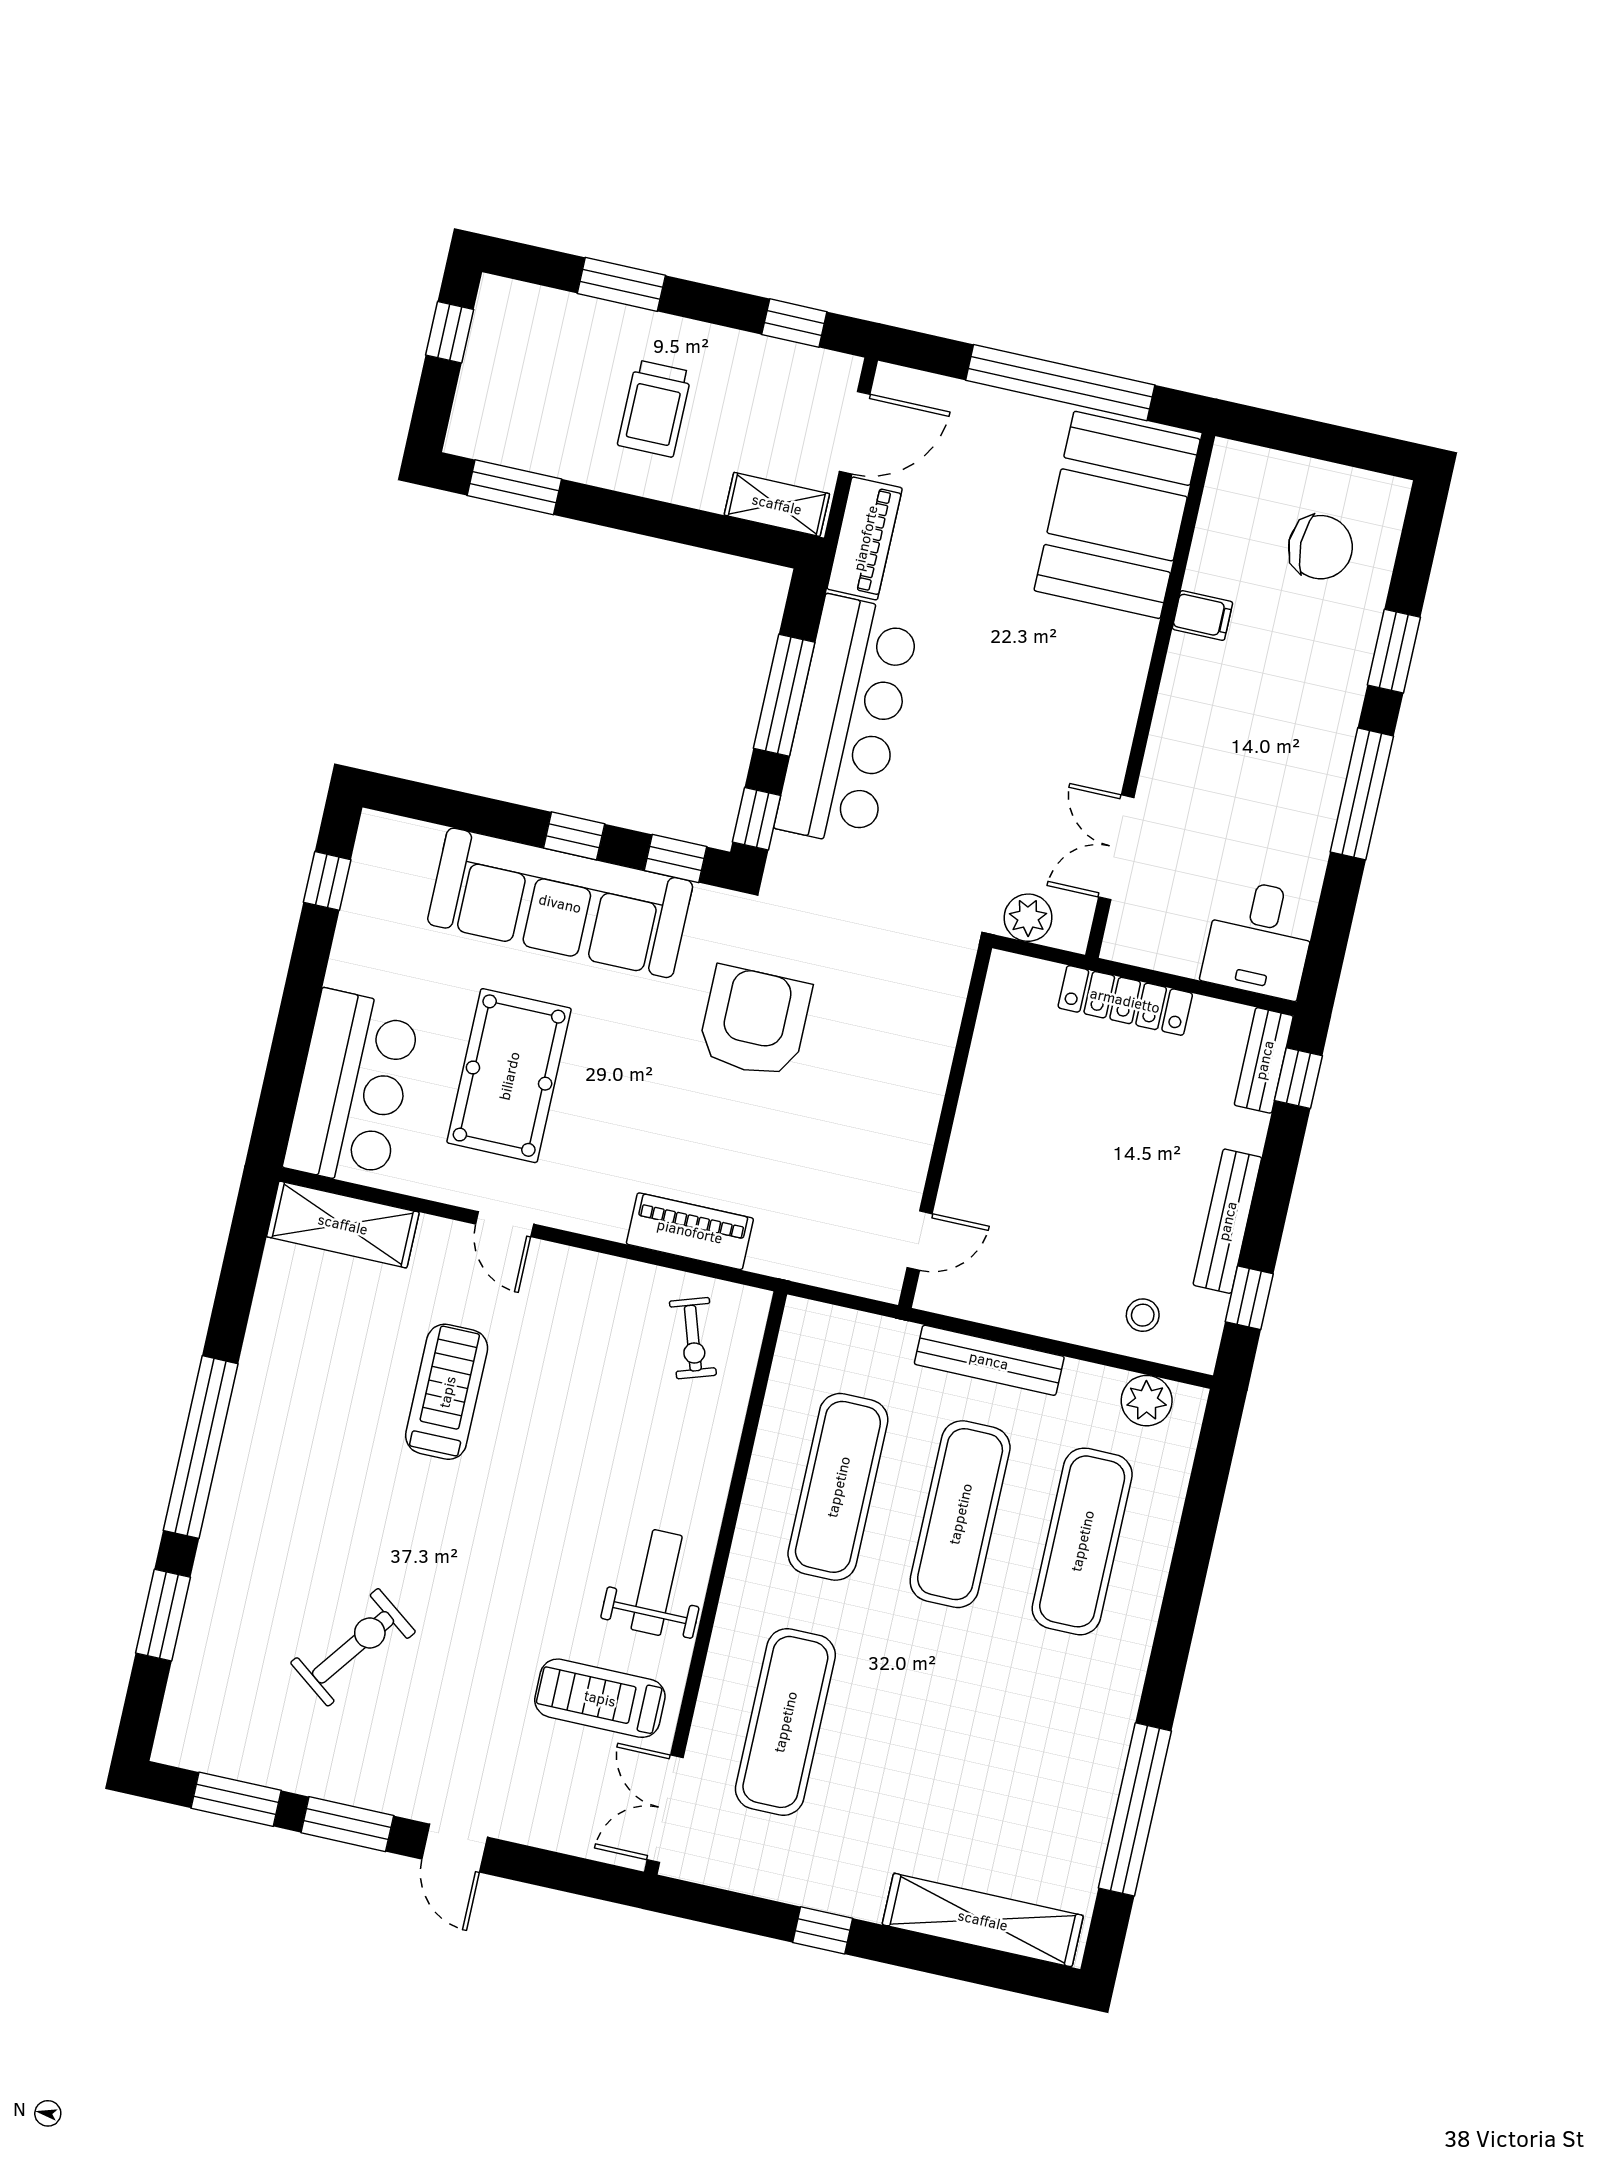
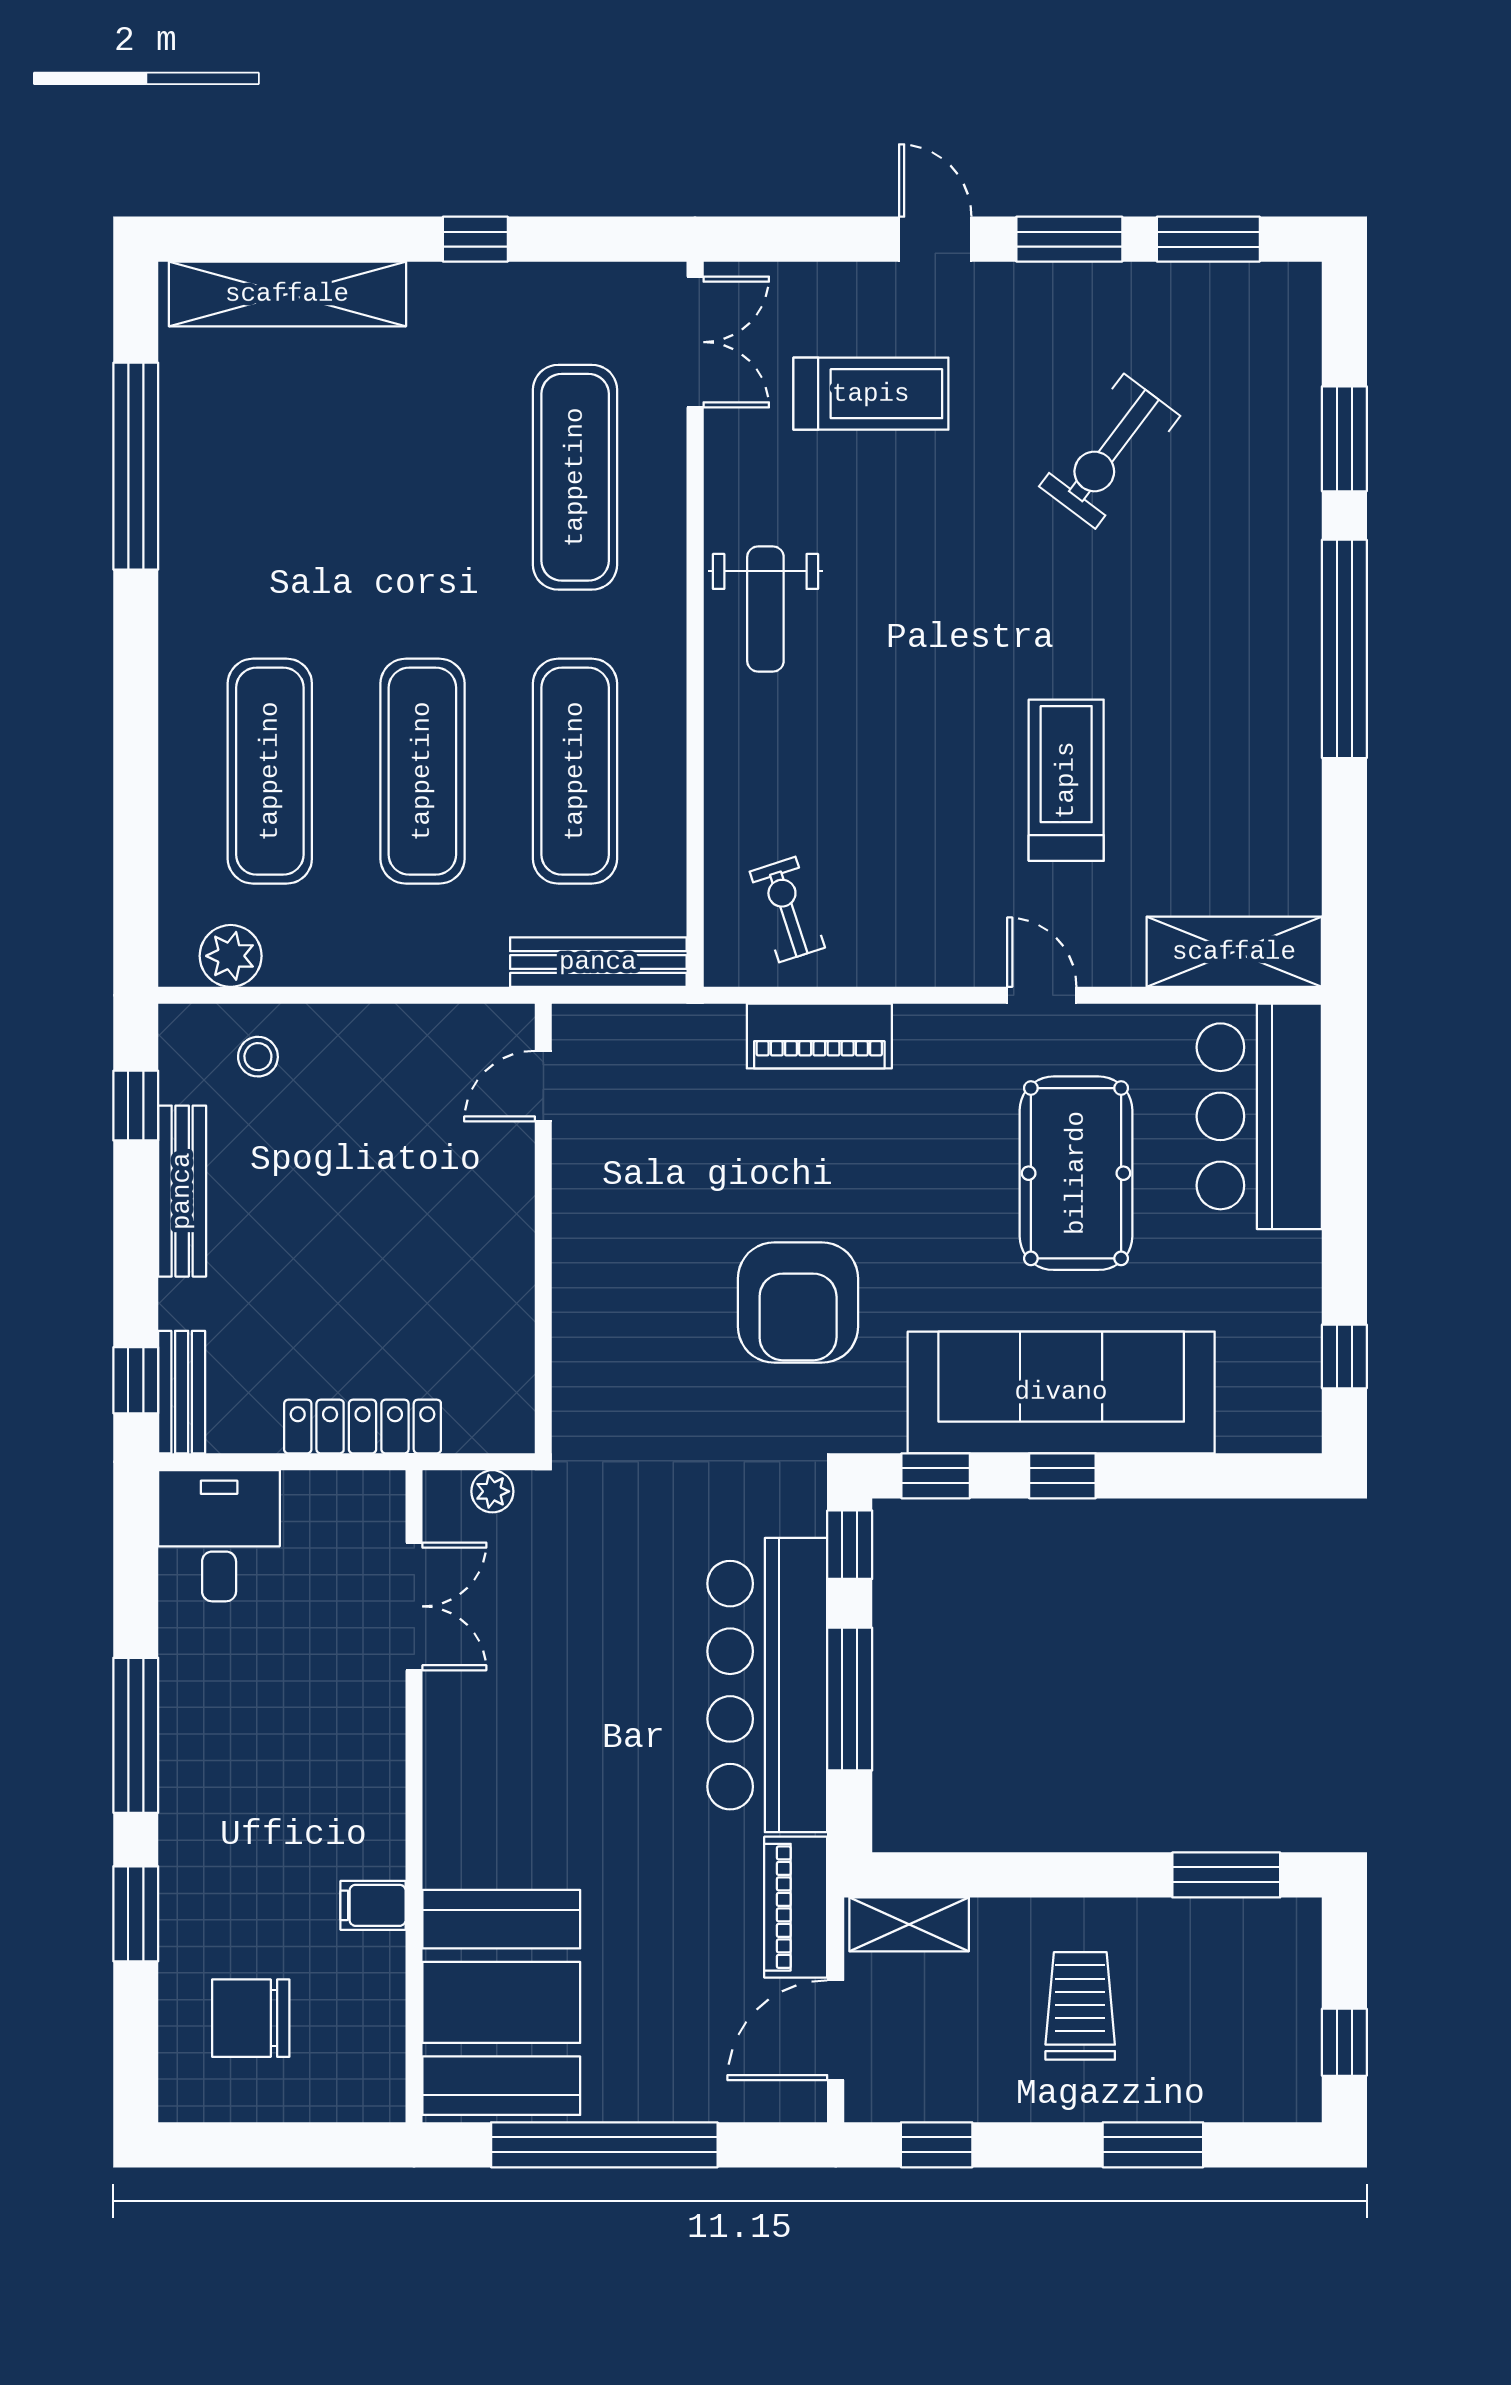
plant: (1028, 918) -> (492, 1491), width x0.73, depth x0.73
bench: (989, 1360) -> (598, 962), moved
treadmill: (447, 1392) -> (1066, 780), turned 180
treadmill: (600, 1698) -> (871, 394), moved

